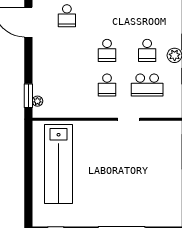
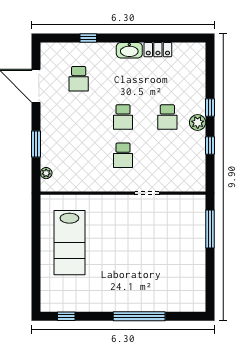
school desk: (147, 85) -> (167, 155), removed
window: (28, 96) -> (36, 144), moved
lab bench: (59, 164) -> (69, 243), width x0.73

